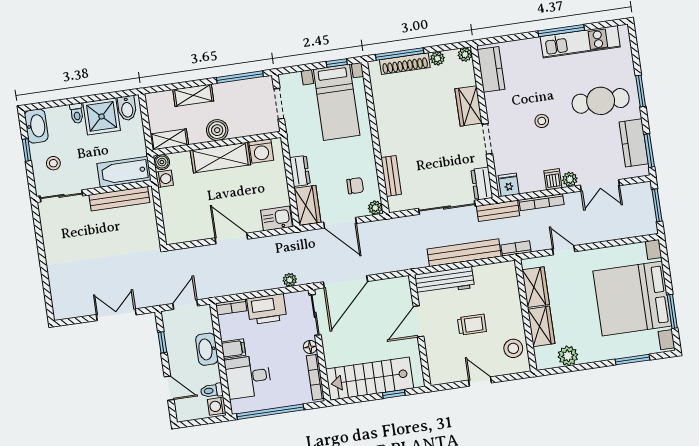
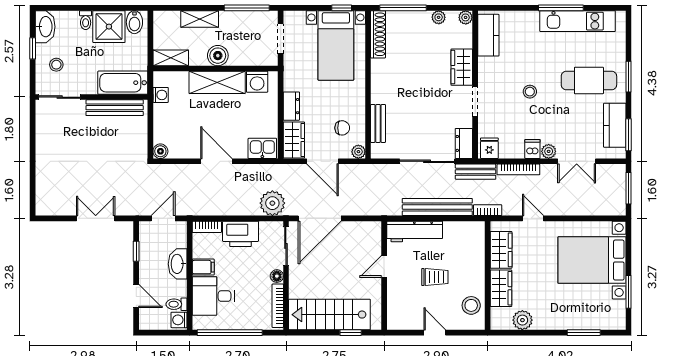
shoe rack: (405, 64) -> (378, 34), moved, turned -90
boiler: (162, 162) -> (160, 151), moved
plant: (290, 280) -> (272, 203), width x1.88, depth x1.88
bed with nightstands: (632, 299) -> (592, 260), width x0.73
door: (418, 321) -> (384, 266), width x0.73

